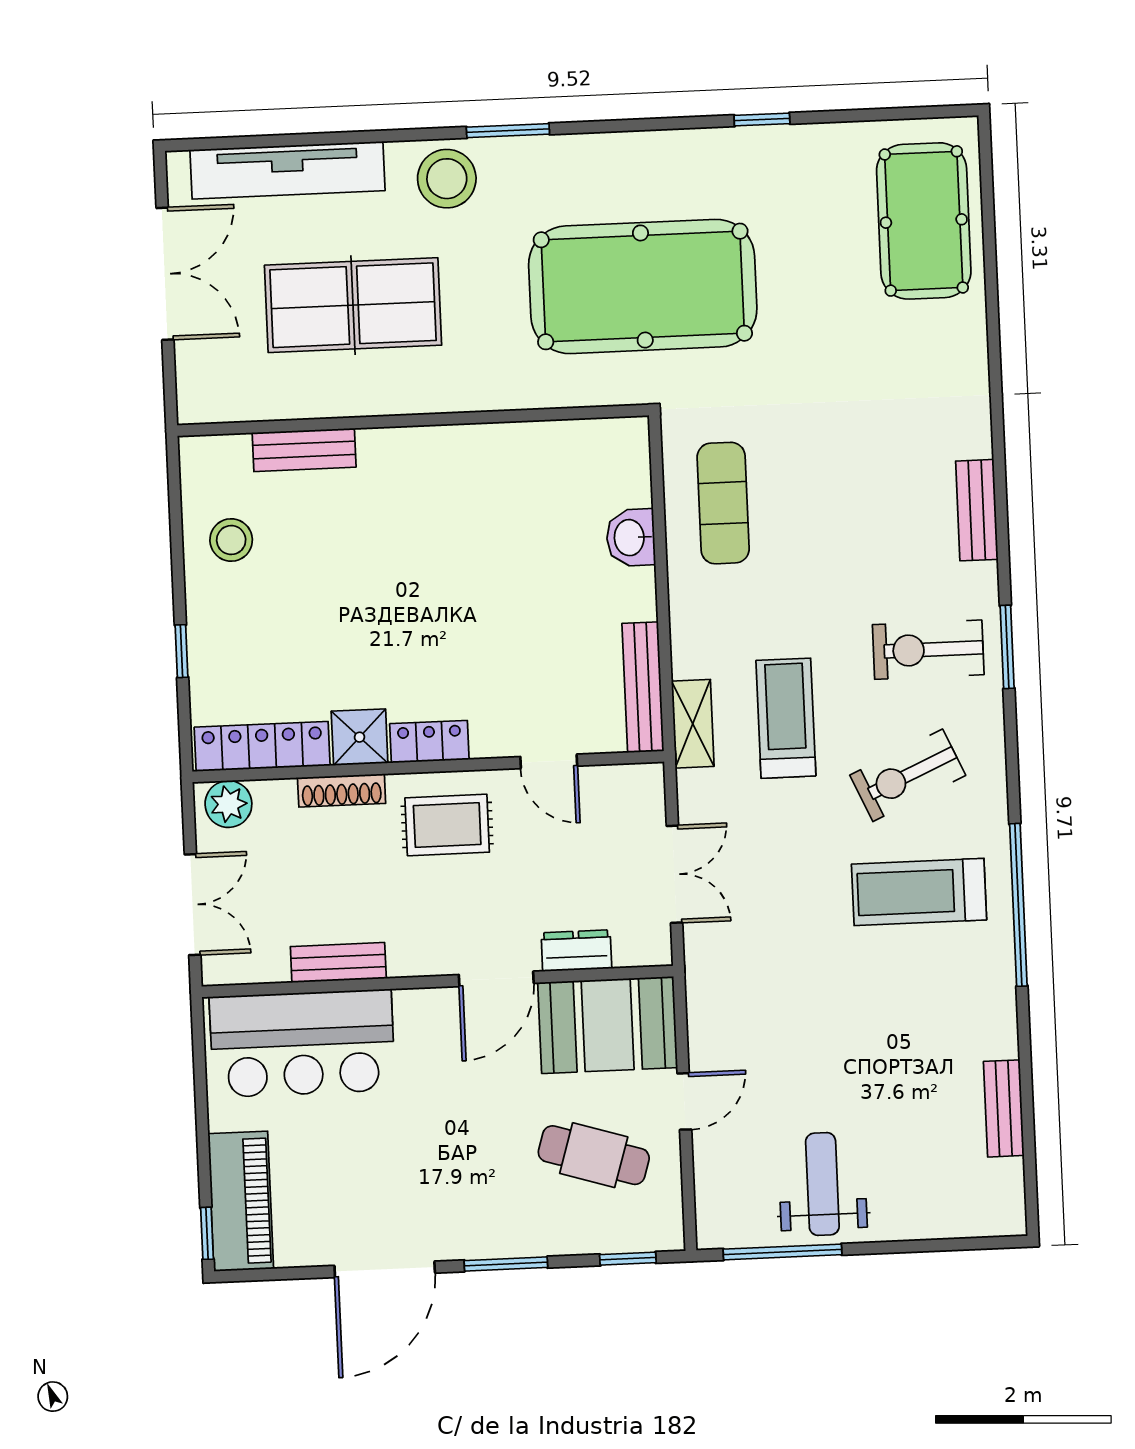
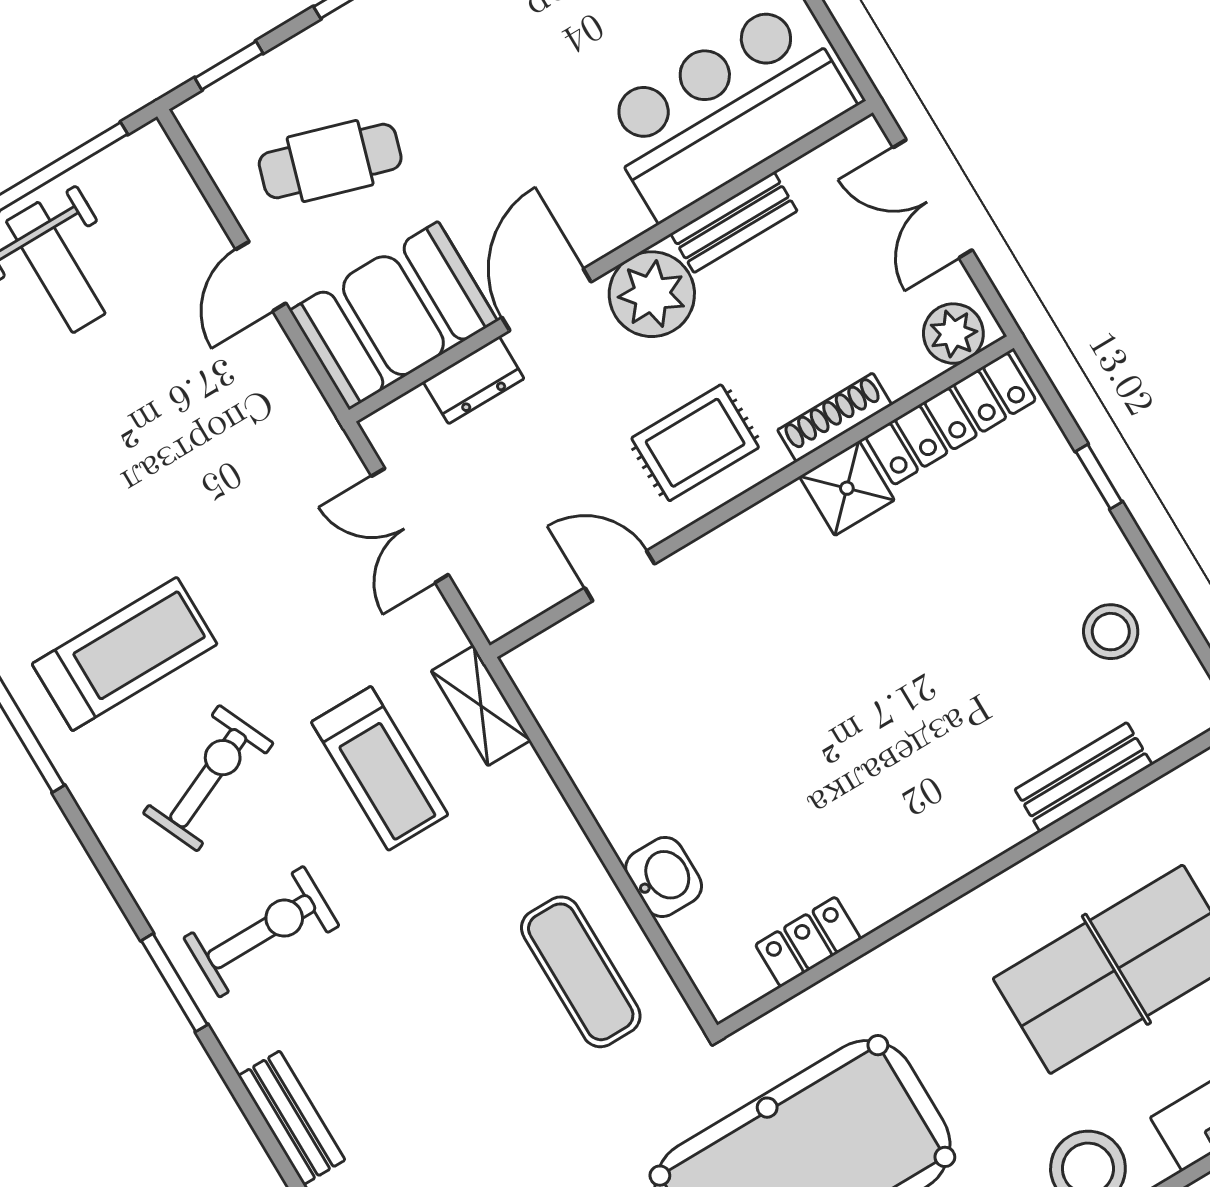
bench: (643, 687) -> (559, 716), removed
locker: (429, 742) -> (808, 942), moved, turned 180
plant: (422, 944) -> (652, 294), added

